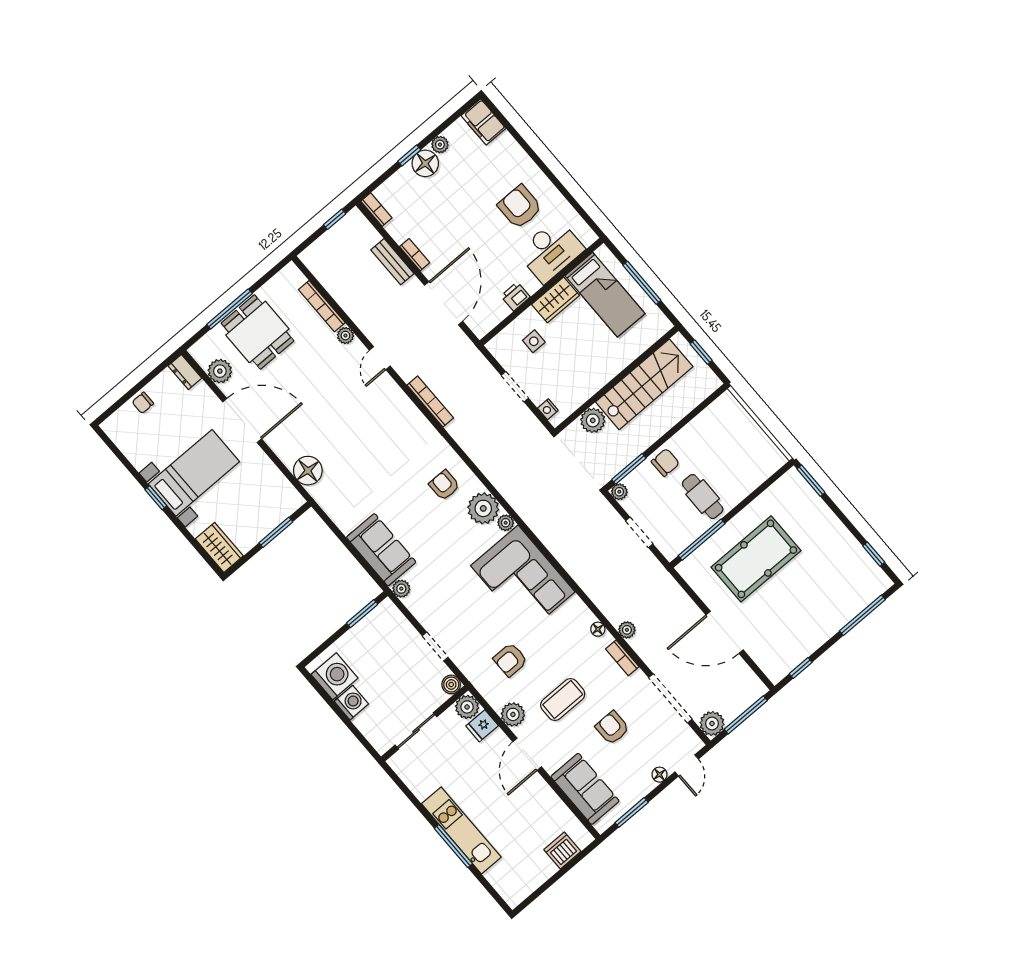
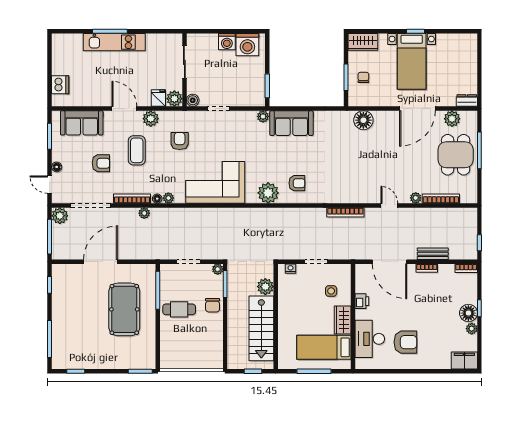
dining table: (257, 332) -> (456, 155), turned 90
chair: (143, 403) -> (363, 77), moved
plant: (506, 523) -> (168, 198), moved
bookcase: (622, 658) -> (132, 199), width x1.56

